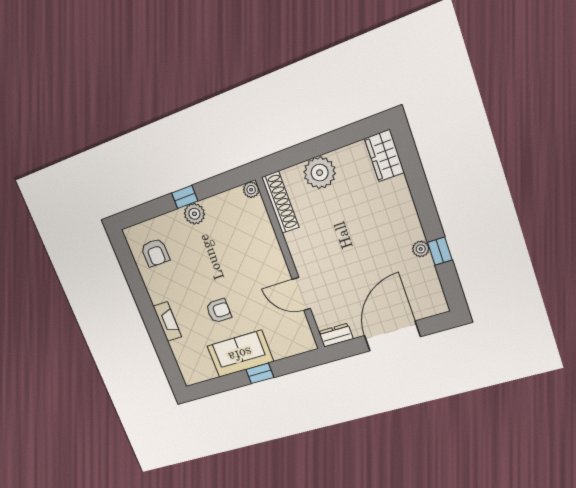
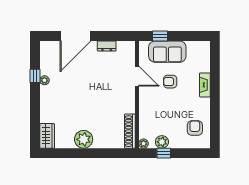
plant: (251, 190) -> (144, 144), moved
shoe rack: (280, 202) -> (130, 131), moved
wall: (291, 265) -> (137, 95), moved
door: (301, 294) -> (137, 76), moved

